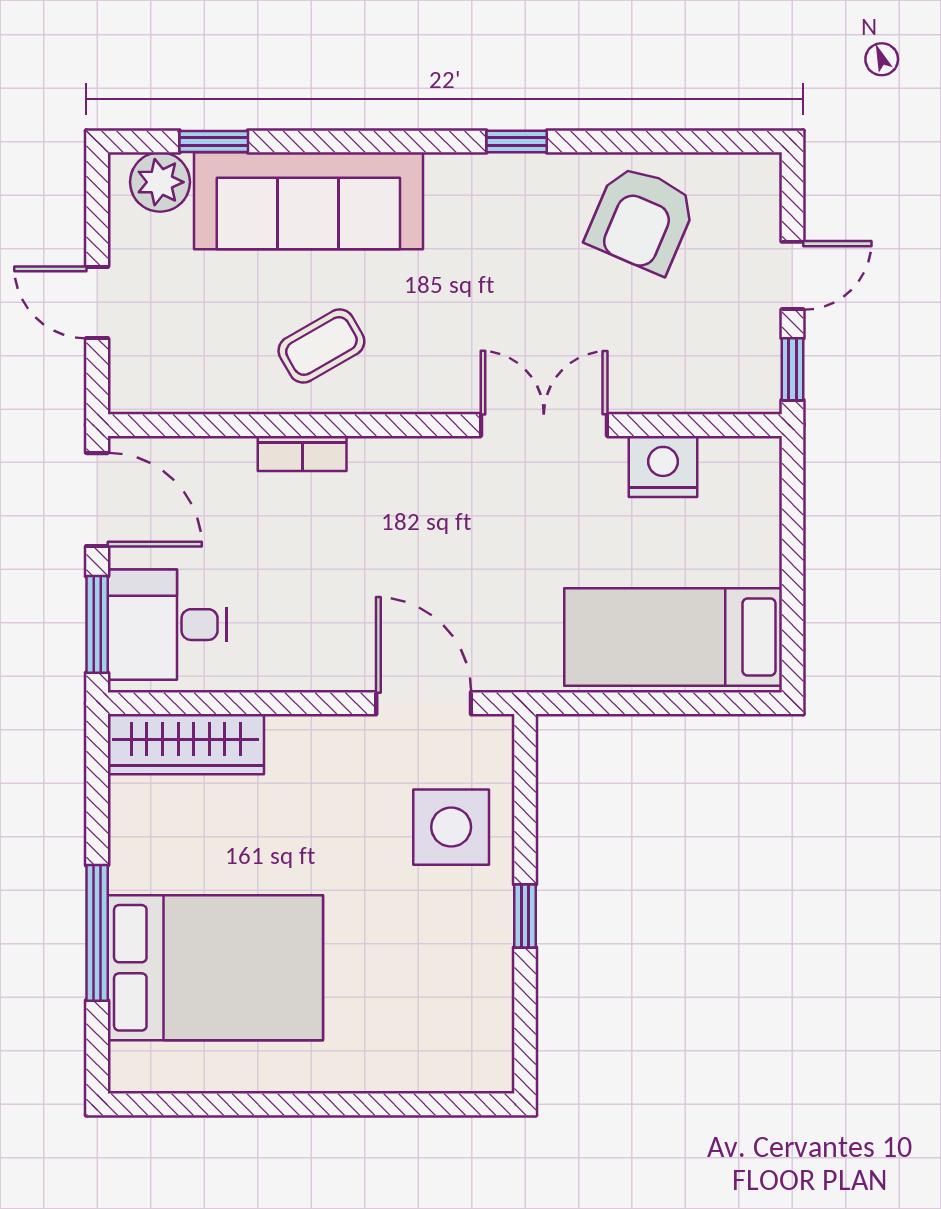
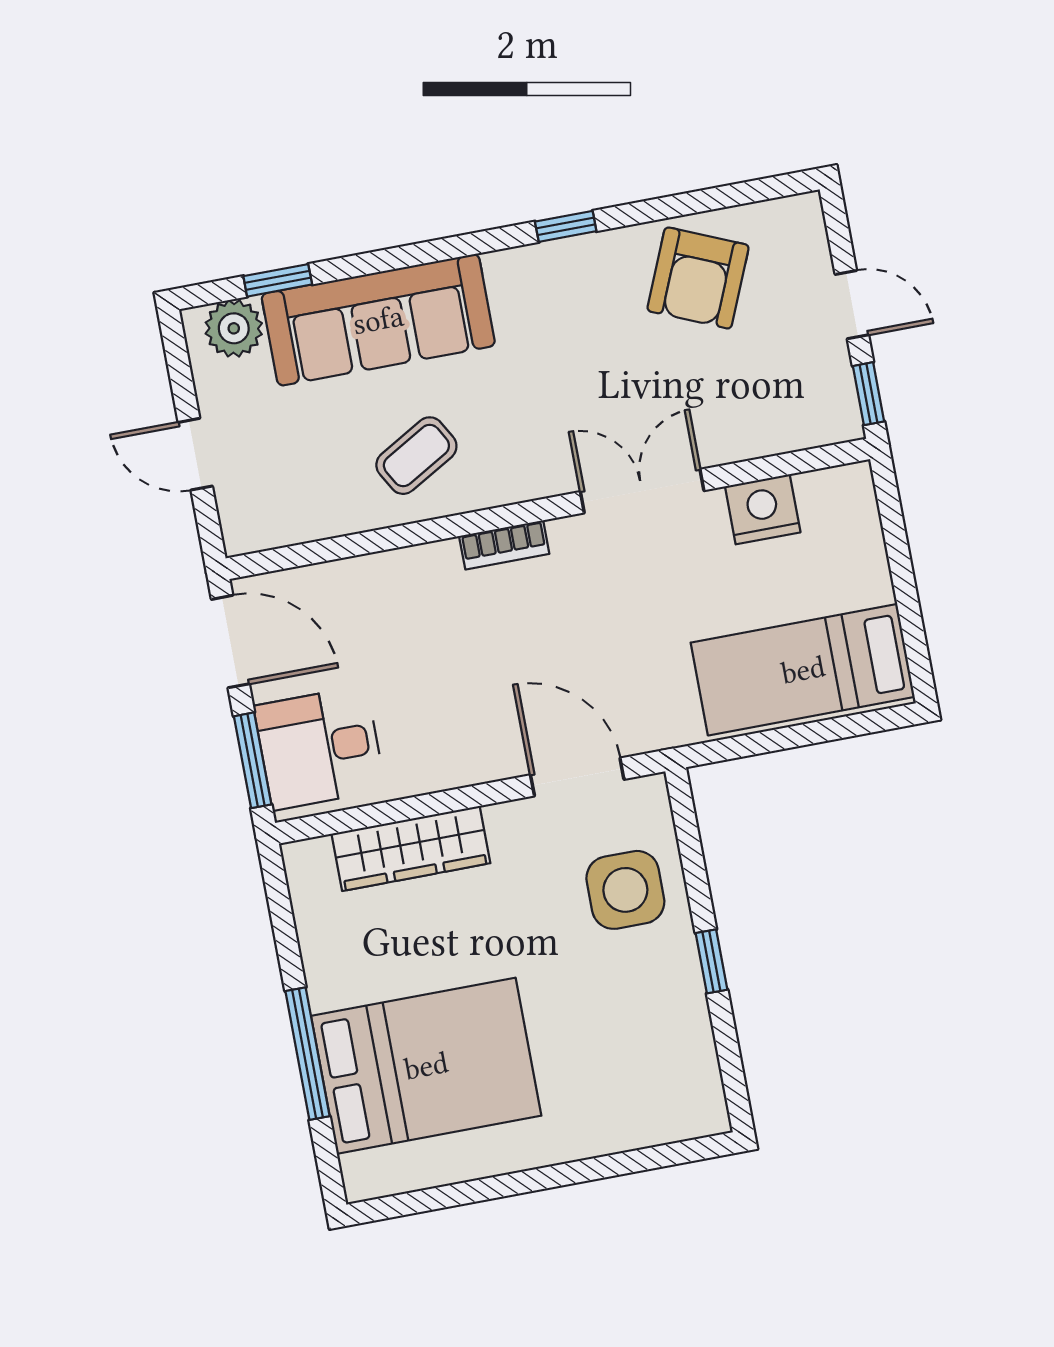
door: (792, 275) -> (852, 305), hinge flipped
bookcase: (302, 453) -> (504, 545), moved
wardrobe: (186, 744) -> (411, 848), moved

